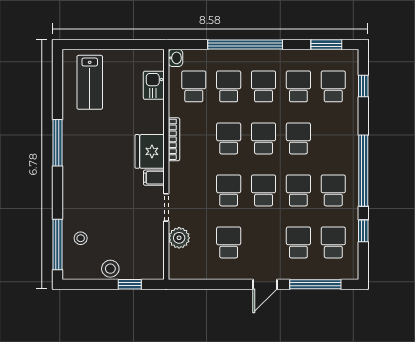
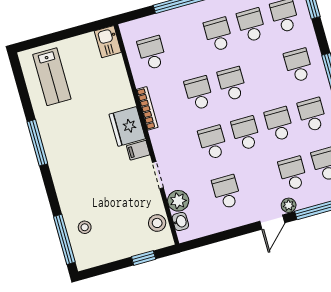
washbasin: (176, 58) -> (180, 222), moved
kitchen sink: (154, 85) -> (108, 42), moved
school desk: (229, 86) -> (185, 44), removed
school desk: (298, 138) -> (298, 65), moved
stool: (110, 269) -> (157, 223), moved
plant: (286, 272) -> (289, 205), added

